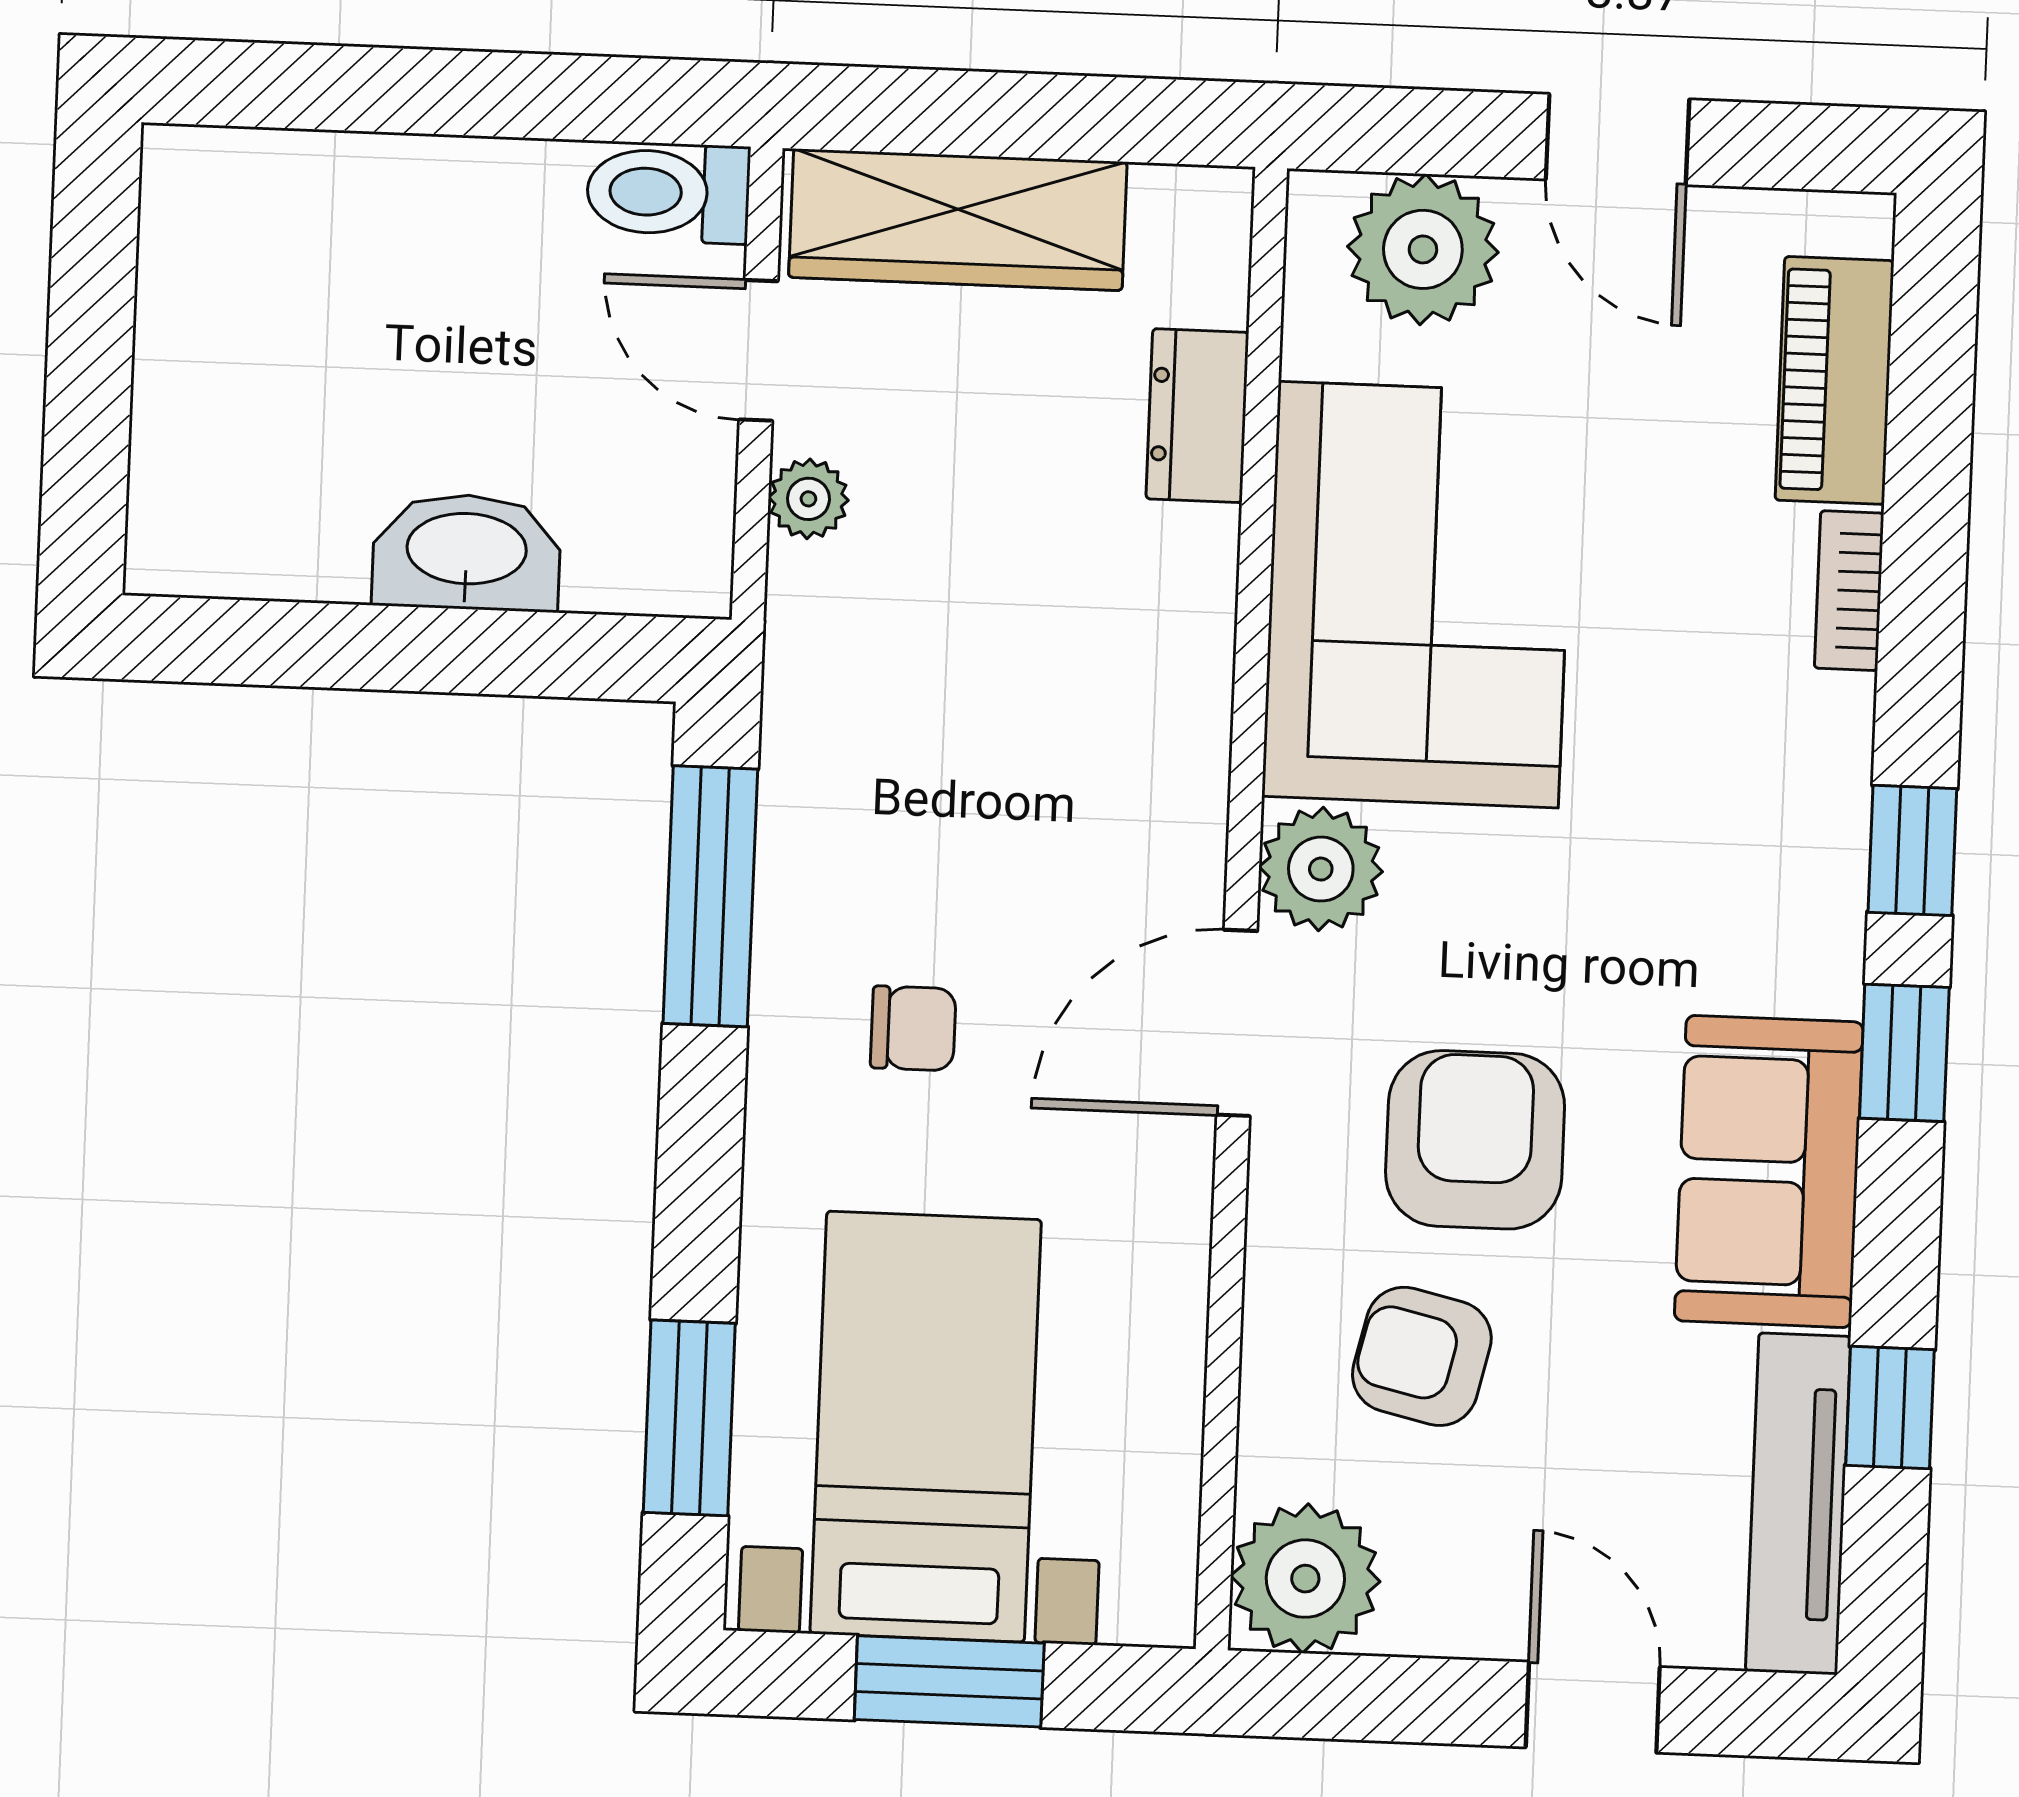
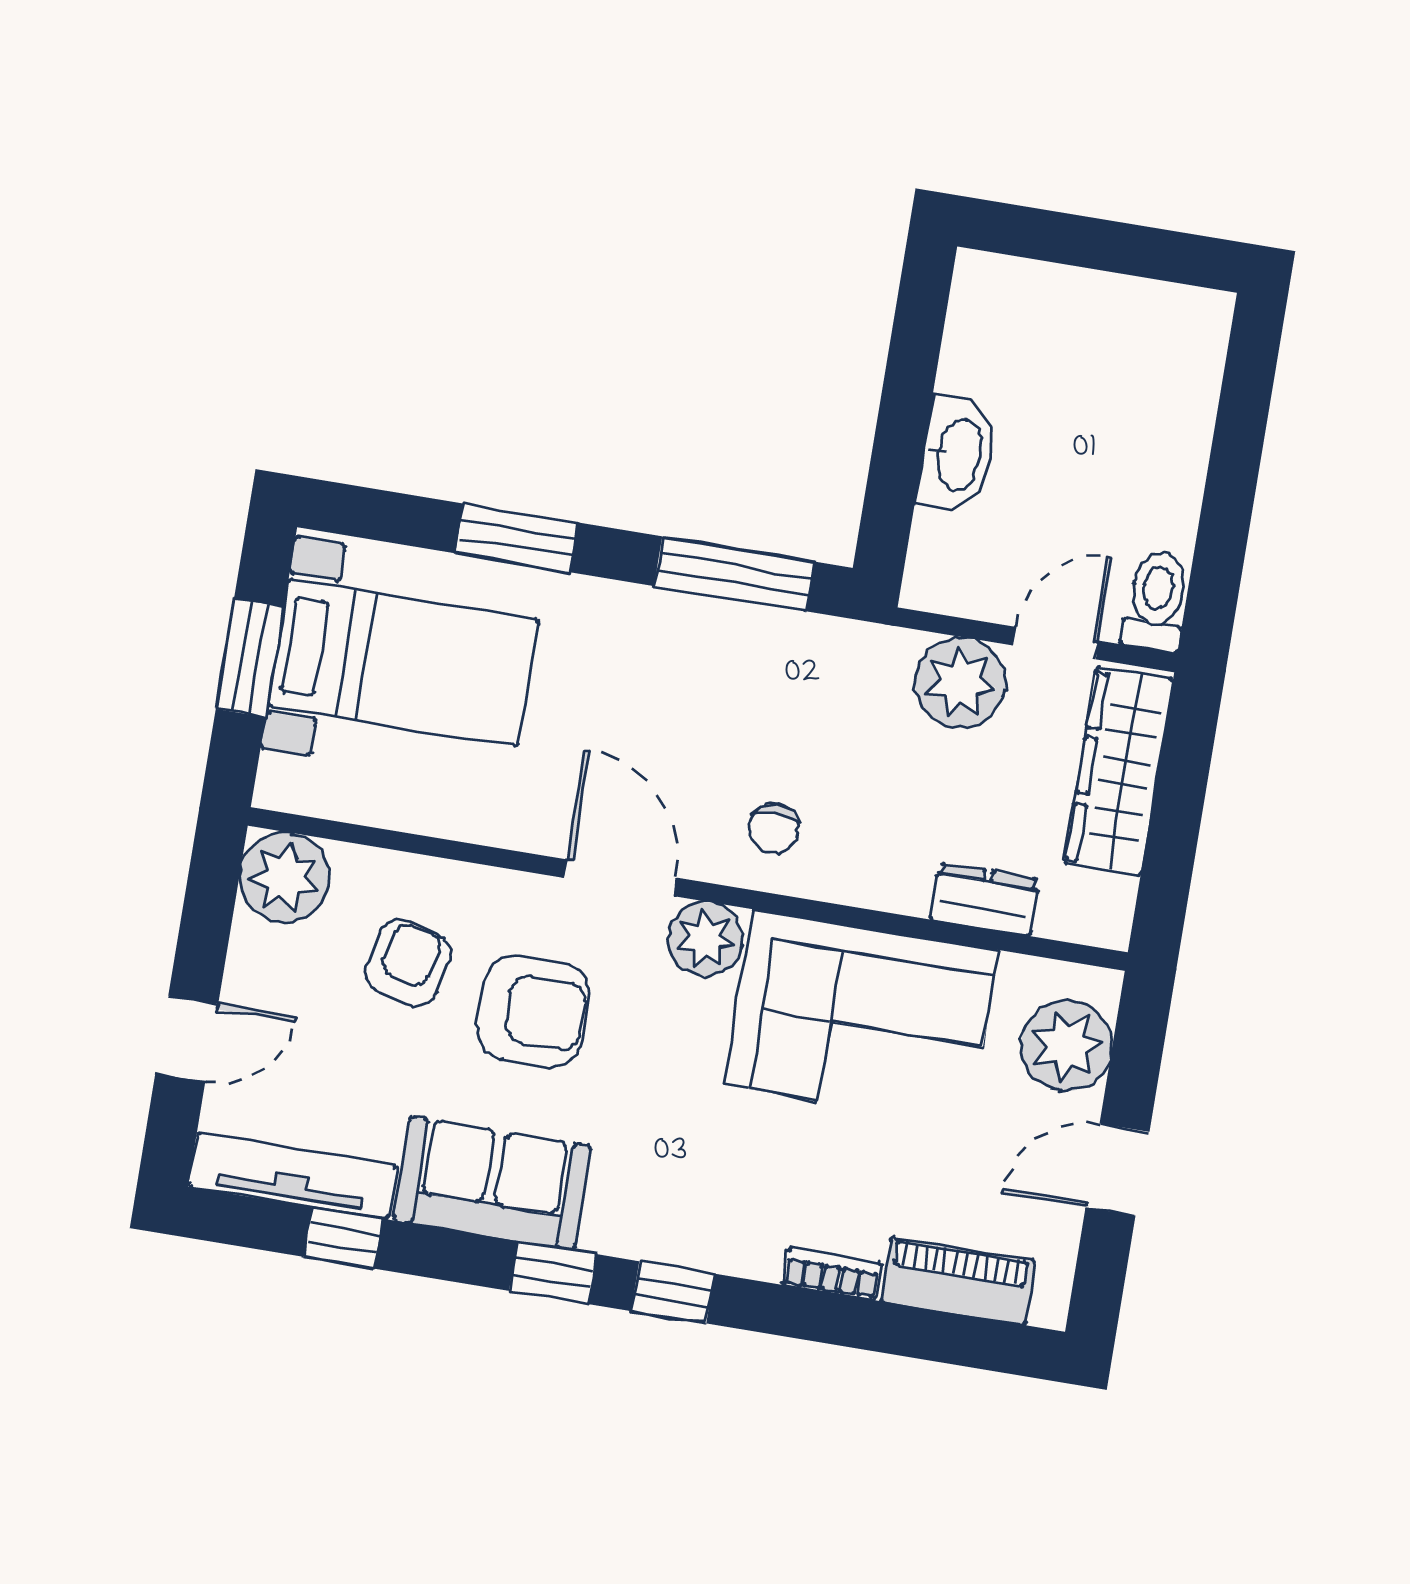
plant: (808, 499) -> (960, 682), width x1.88, depth x1.88
chair: (913, 1028) -> (774, 829), moved
window: (689, 1418) -> (517, 538), moved

